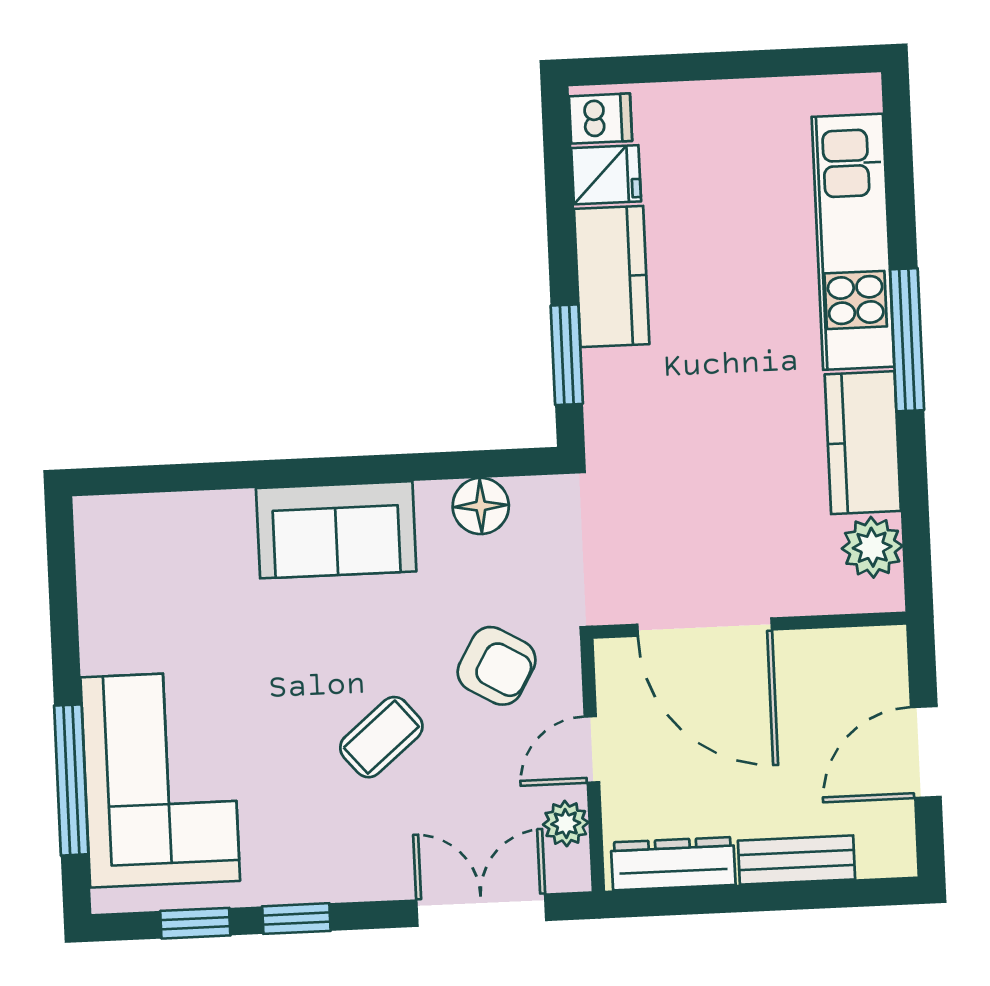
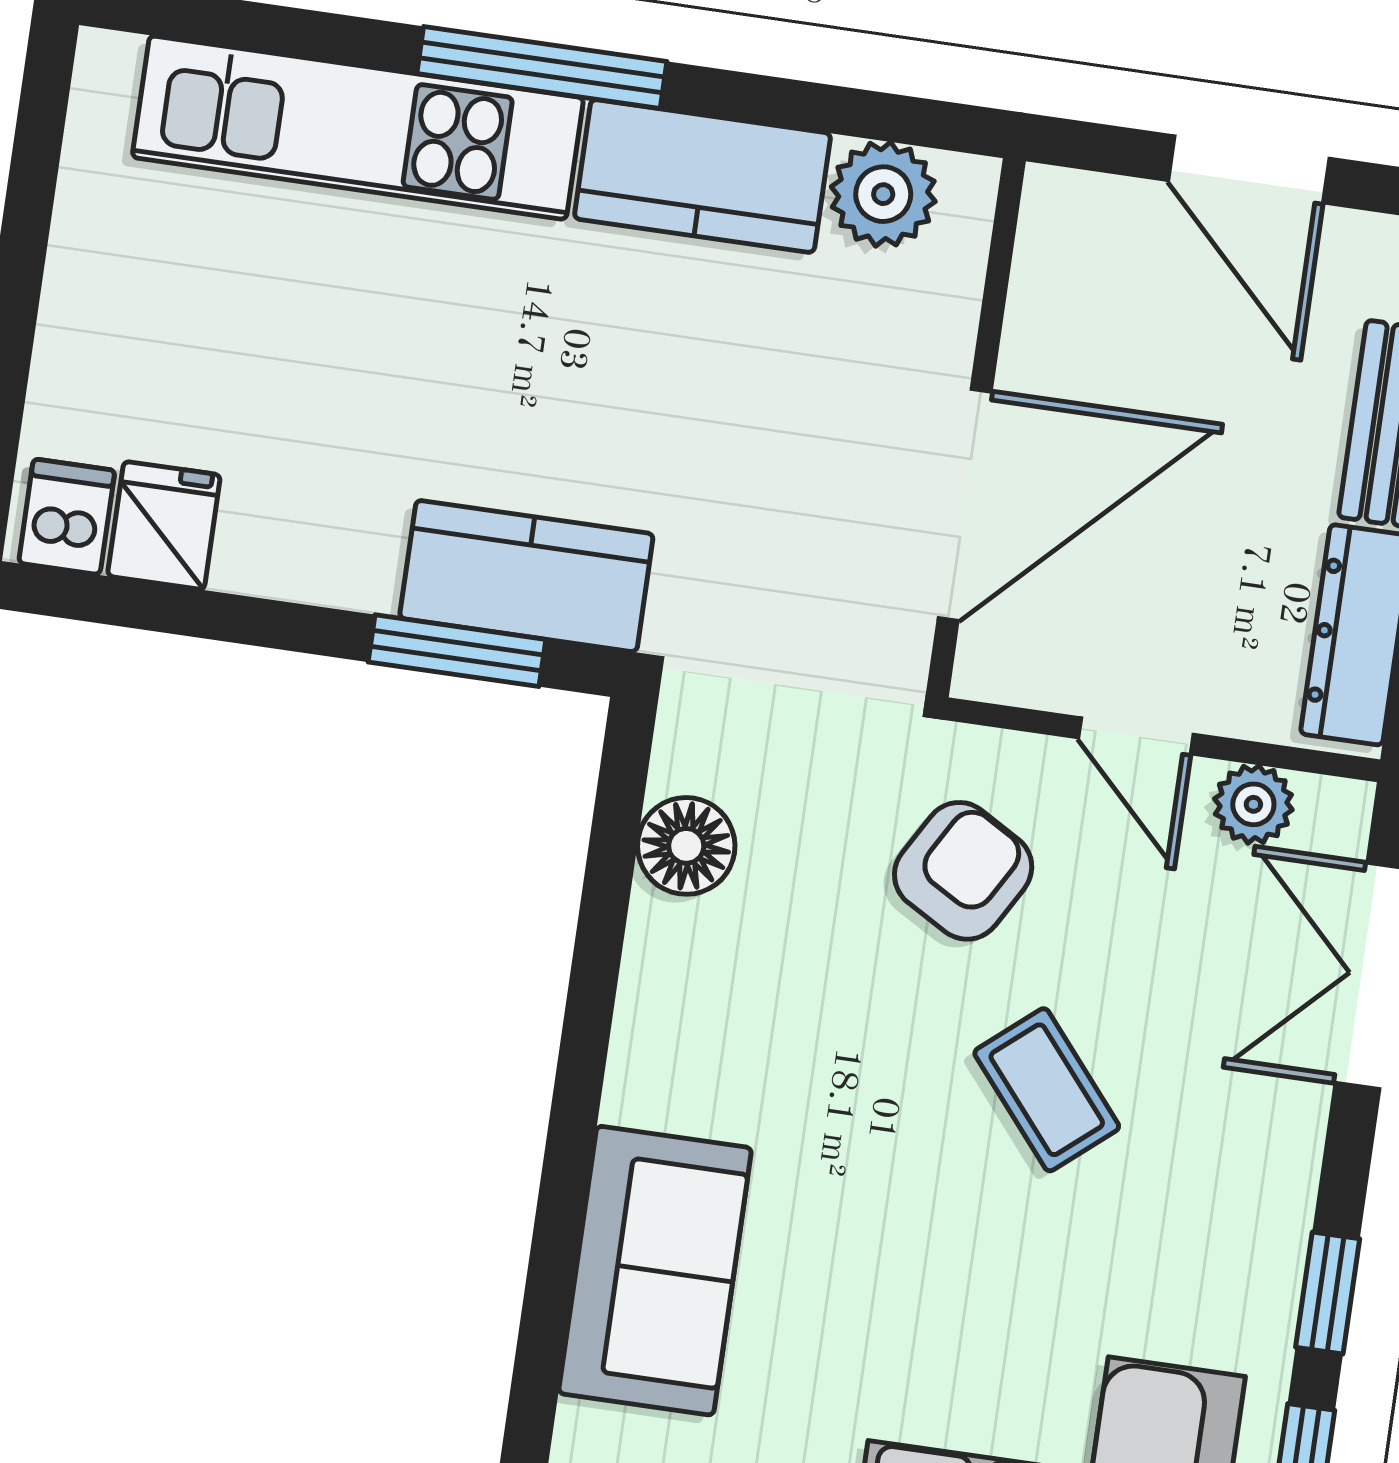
kitchen counter: (612, 276) -> (526, 576), moved
sofa: (336, 530) -> (655, 1271), moved

